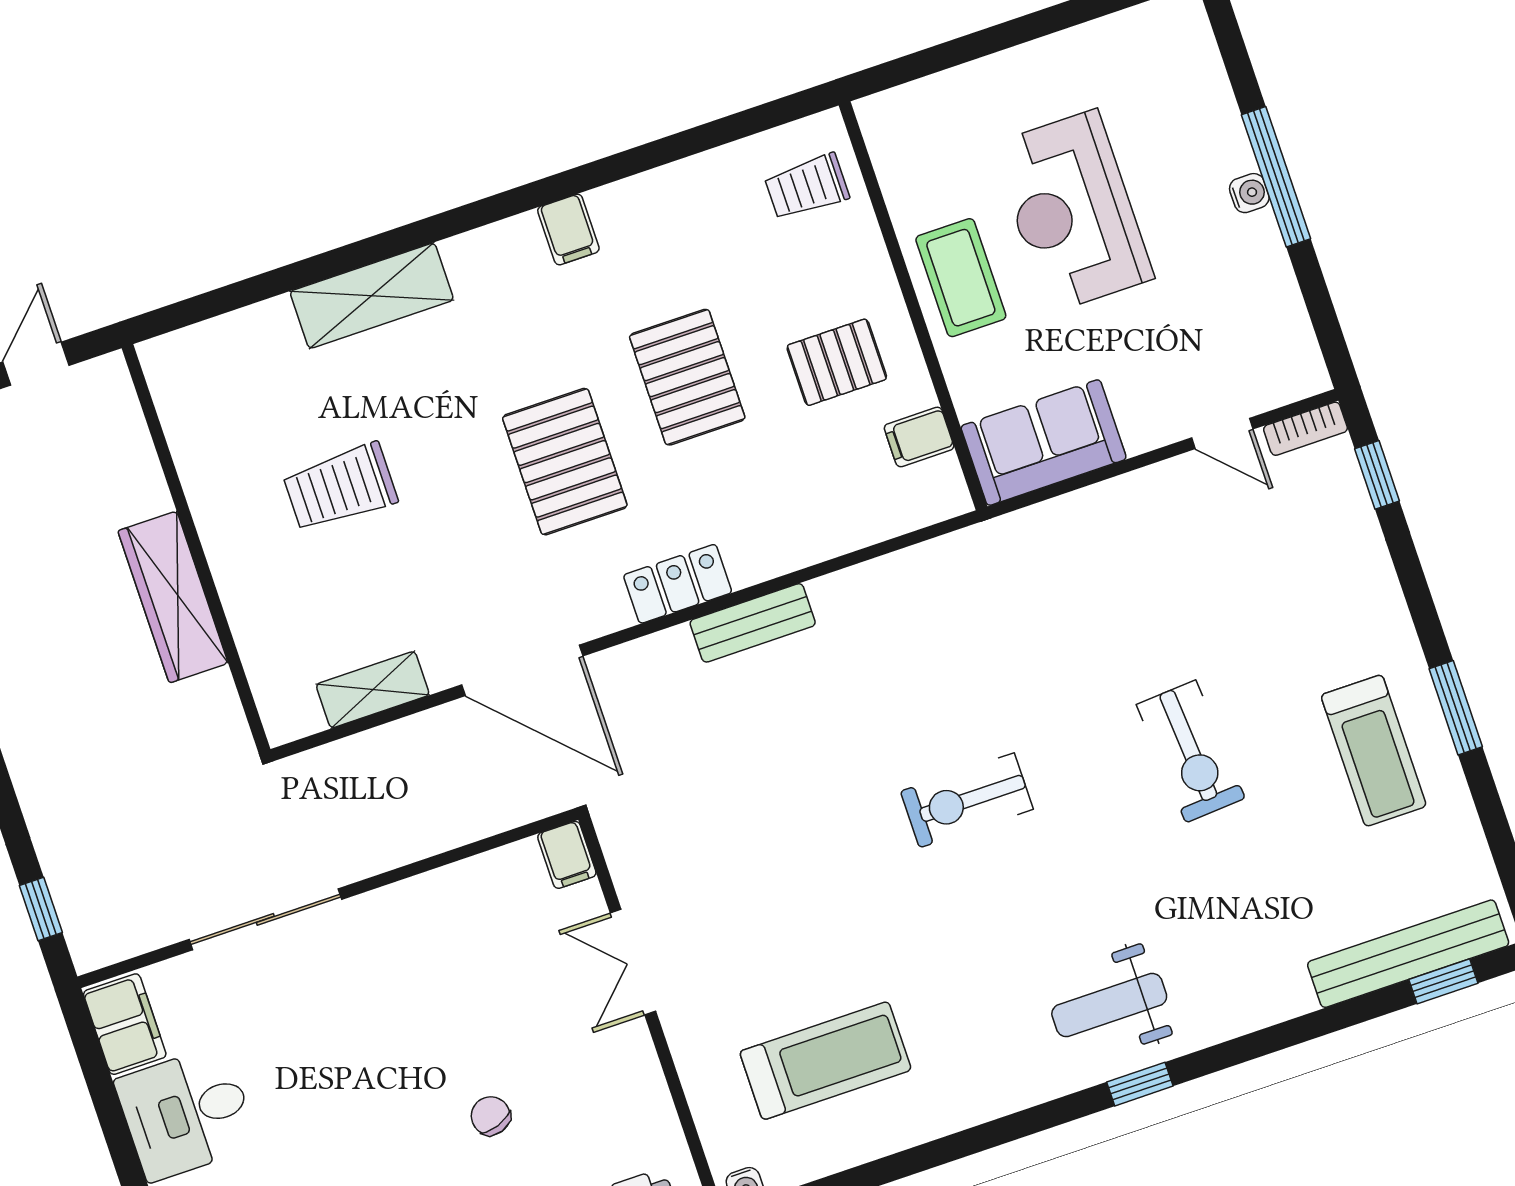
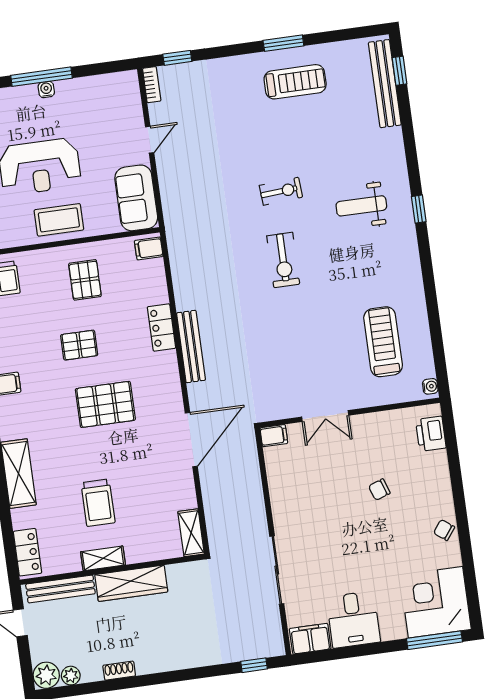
locker: (198, 350) -> (28, 552), added
pallet: (687, 377) -> (79, 345), width x0.67, depth x0.71
door: (1222, 433) -> (150, 140), moved
filing cabinet: (919, 437) -> (149, 248), moved, turned 90
bench: (130, 440) -> (60, 589), added
shelving: (217, 523) -> (103, 558), added
locker: (678, 584) -> (161, 327), moved
bench: (753, 623) -> (191, 347), width x1.36
shelving: (373, 690) -> (191, 533), moved
exercise bike: (1191, 751) -> (281, 191), moved, width x0.73, depth x0.72
weight bench: (1109, 1005) -> (361, 206), moved, turned 90

